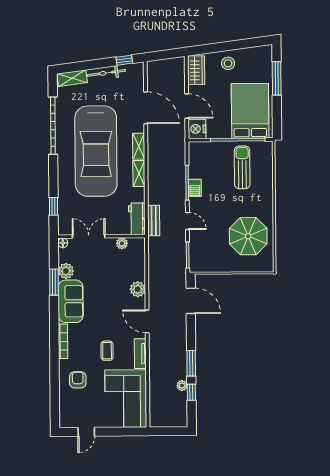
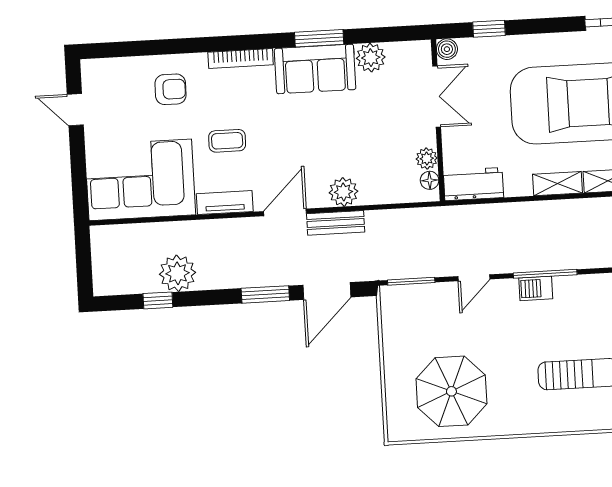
bench: (154, 220) -> (336, 223), moved
boiler: (63, 230) -> (447, 49), added
floor lamp: (63, 243) -> (430, 180), moved
window: (54, 282) -> (319, 38), moved
window: (191, 363) -> (265, 294), moved
plant: (182, 386) -> (178, 273), width x1.87, depth x1.87

